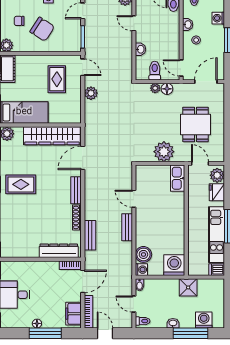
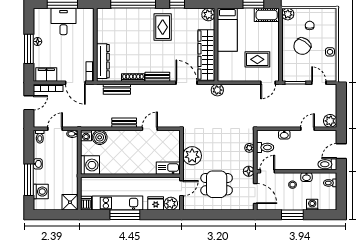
floor lamp: (167, 89) -> (249, 171), moved
plant: (91, 93) -> (217, 90), moved
shower: (188, 287) -> (70, 202), moved

